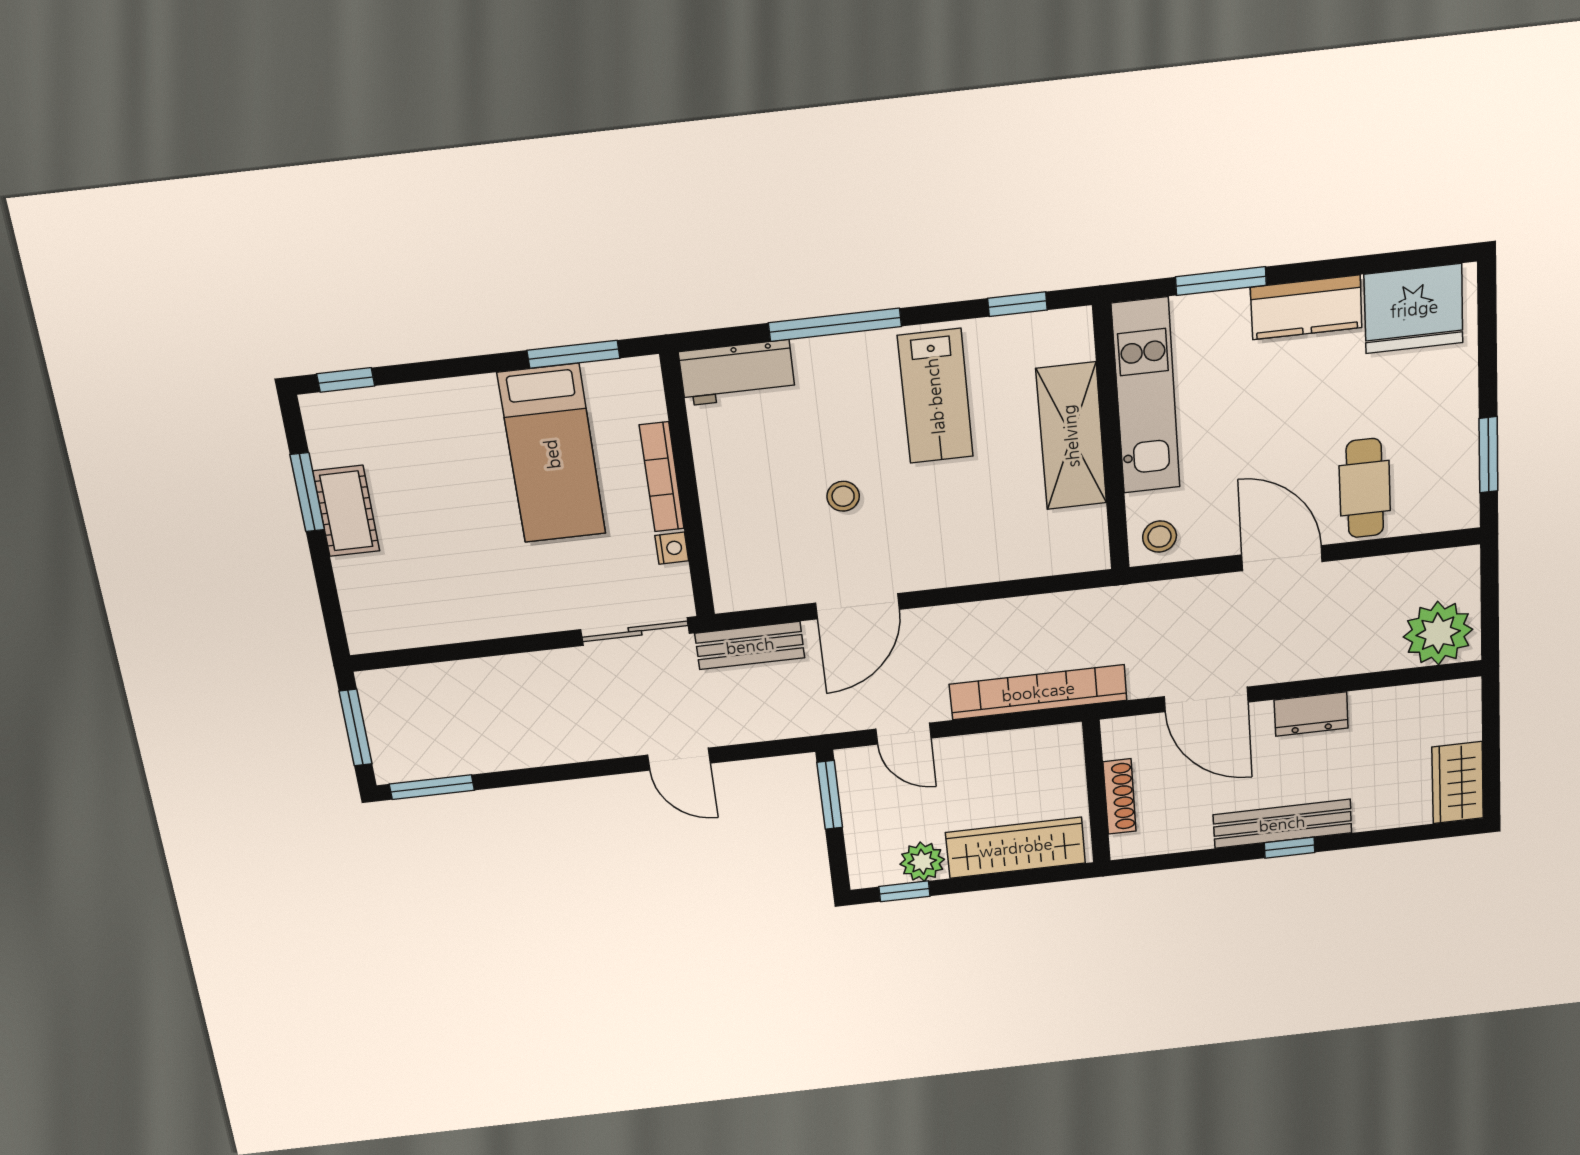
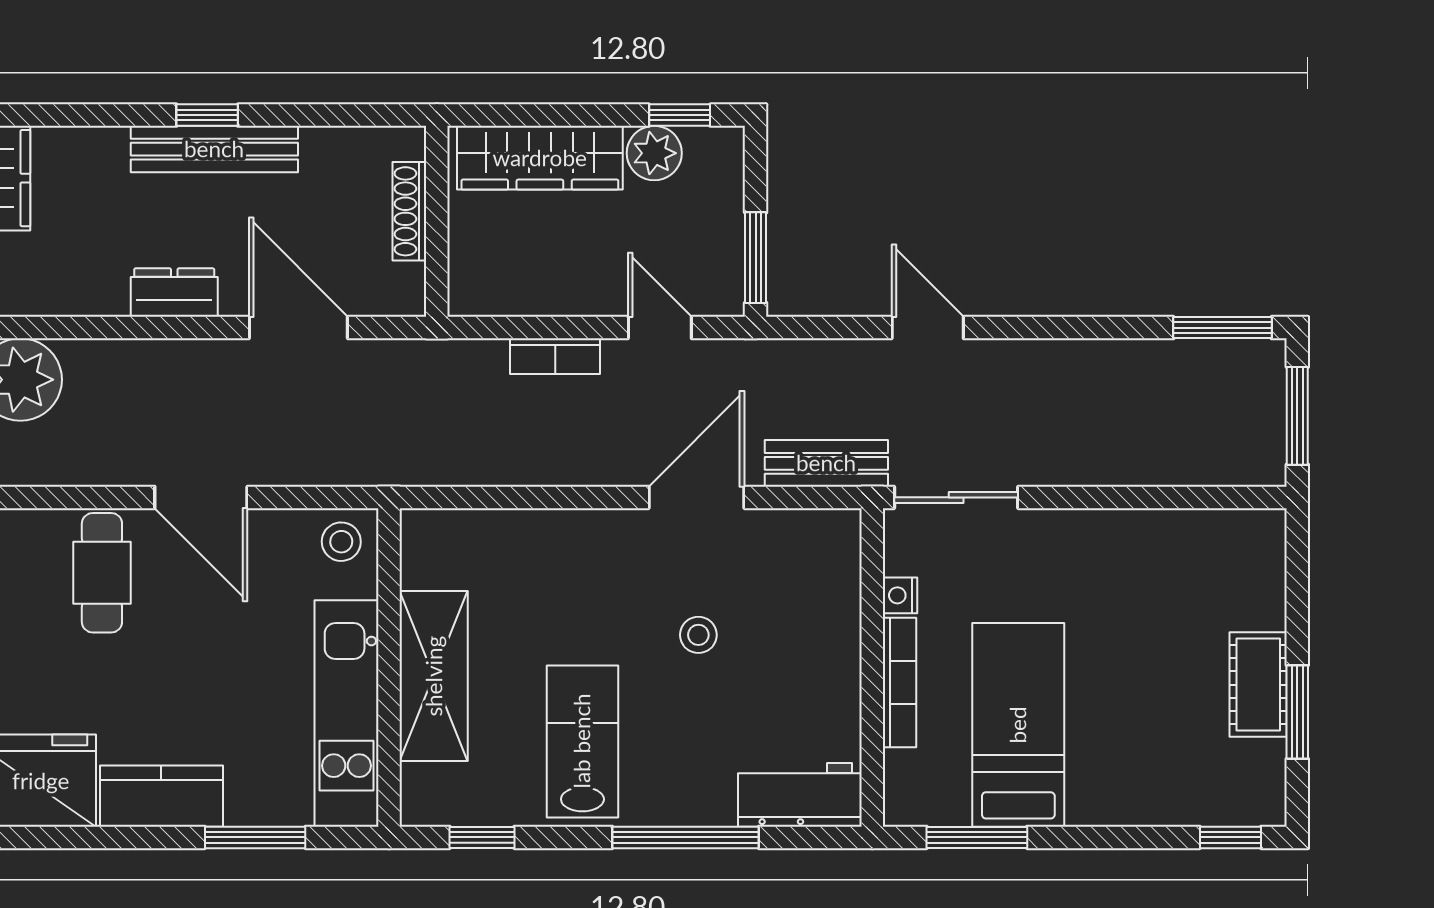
bookcase: (1038, 692) -> (555, 356), width x0.43, depth x0.76

